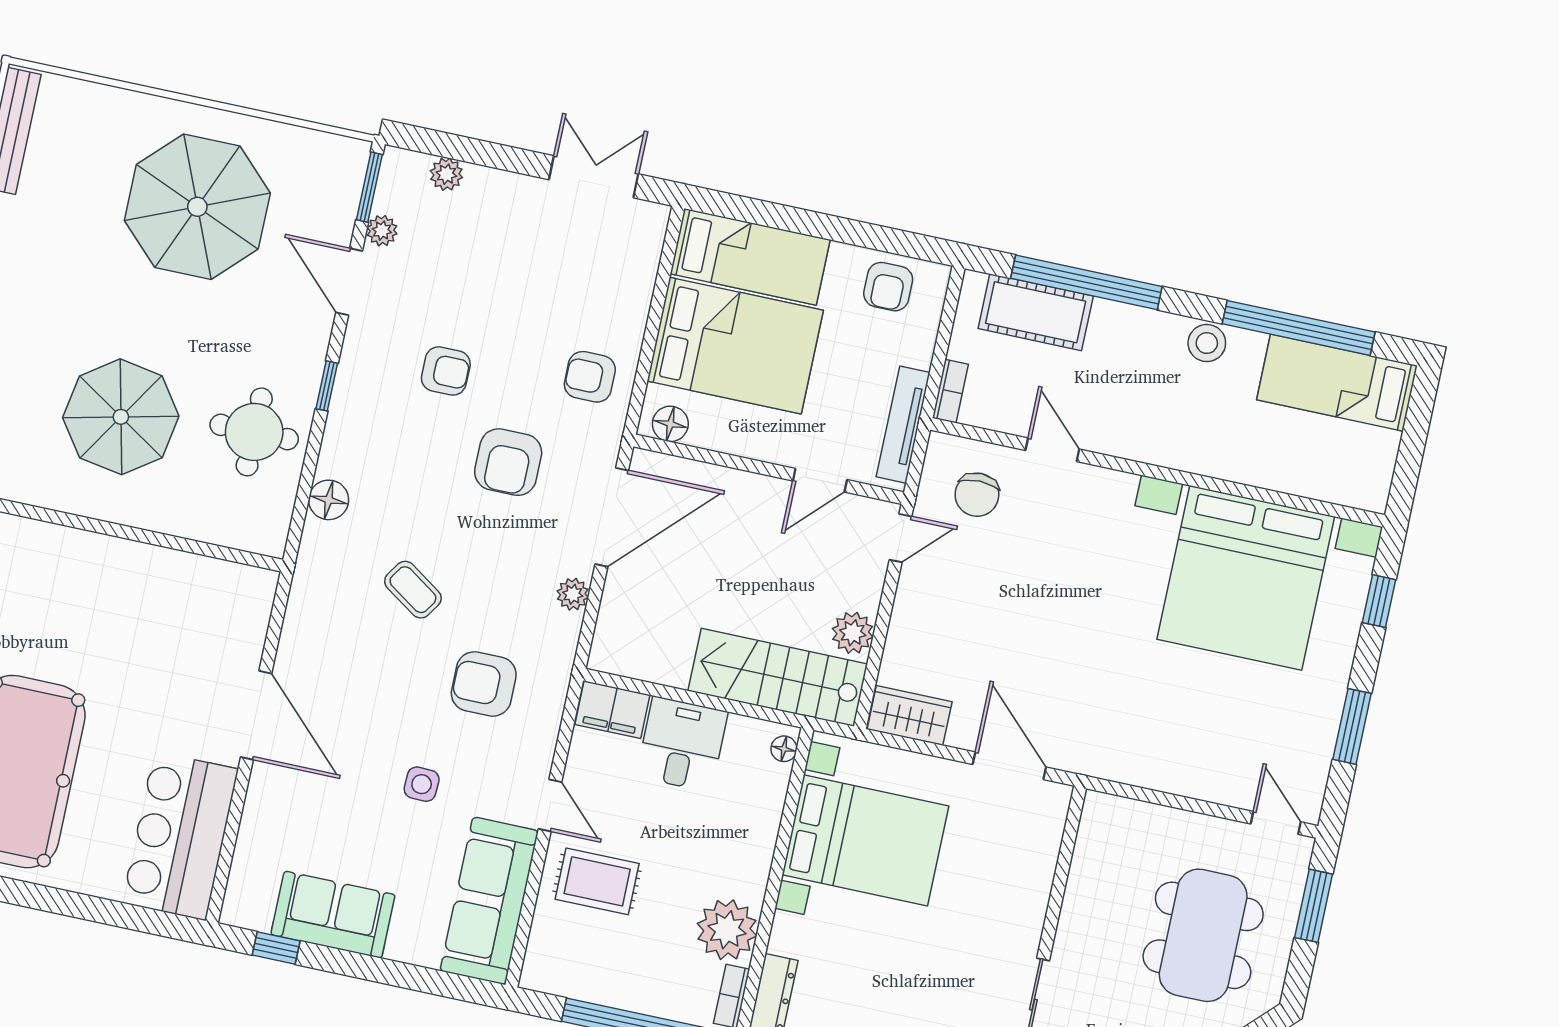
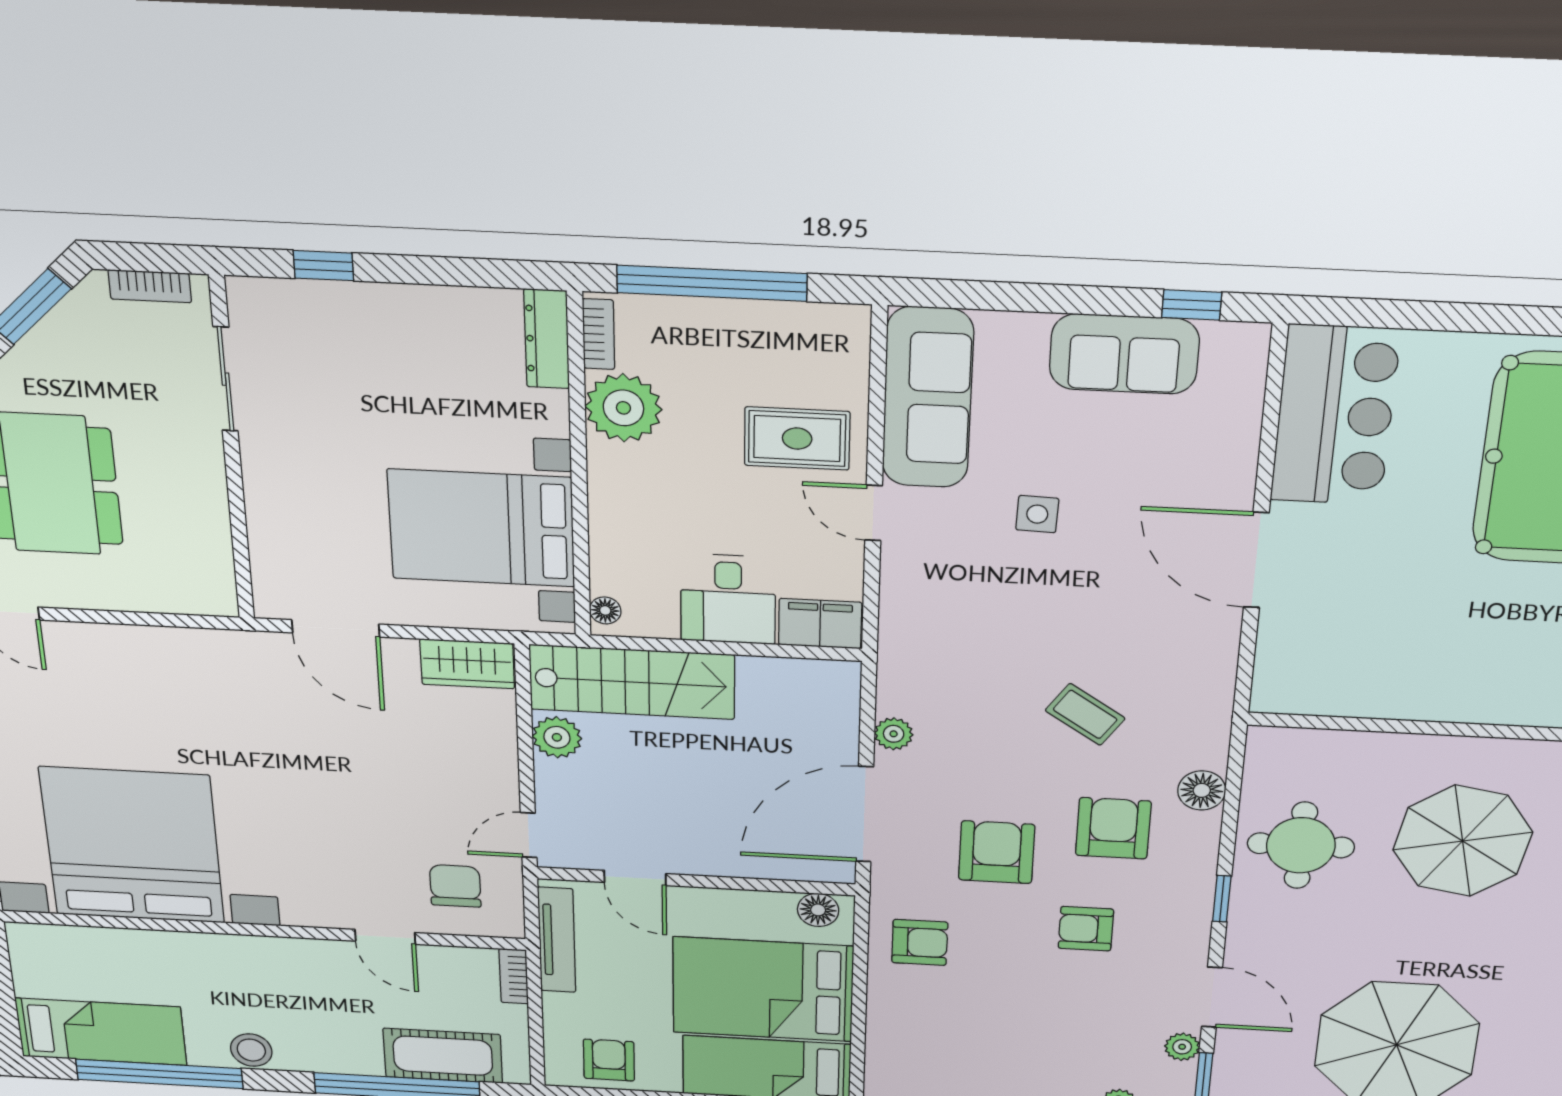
door: (820, 480) -> (635, 878), swing flipped
armchair: (484, 684) -> (1113, 828), moved, turned -90

